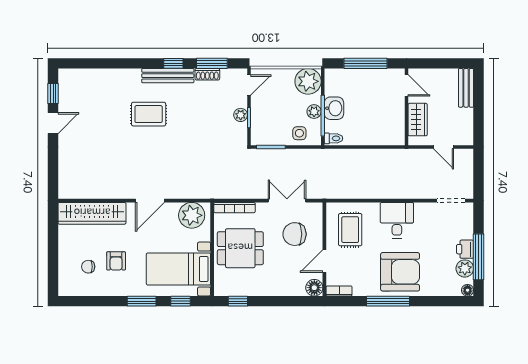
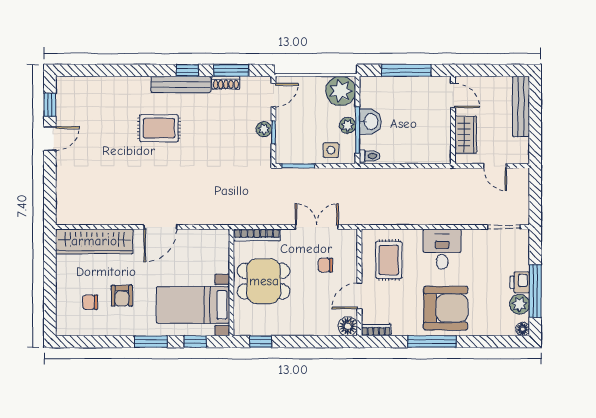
bench: (466, 88) -> (521, 106), width x1.36
plant: (192, 215) -> (208, 244), removed
chair: (295, 234) -> (325, 265), width x0.54, depth x0.54

